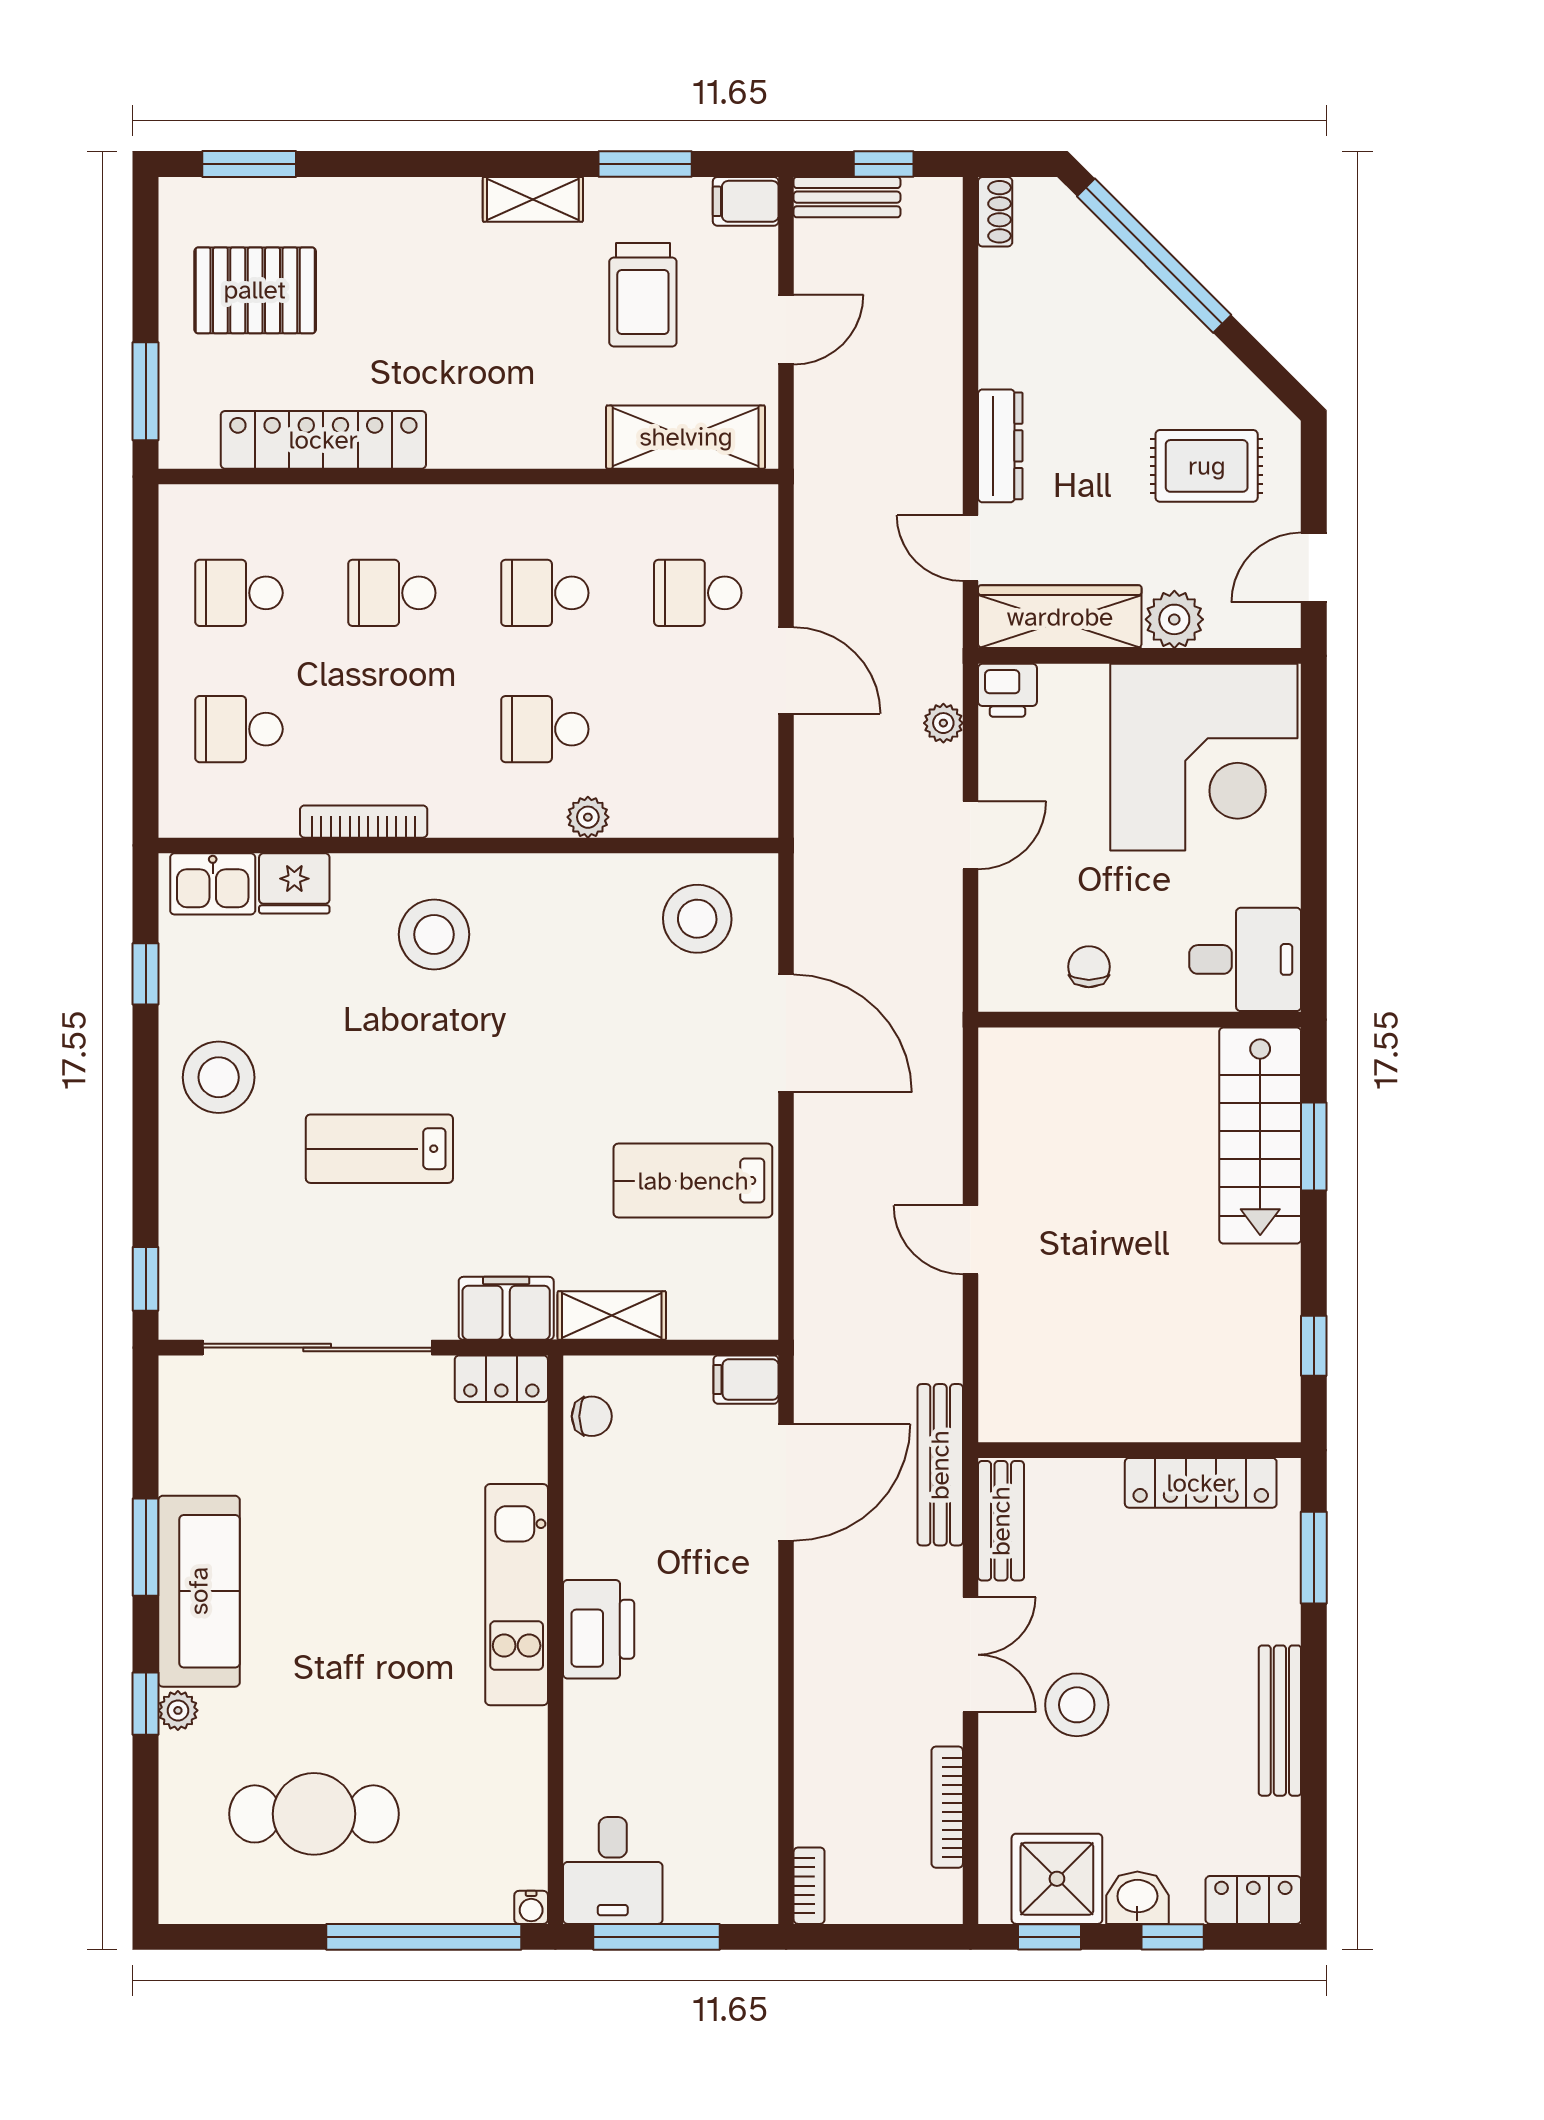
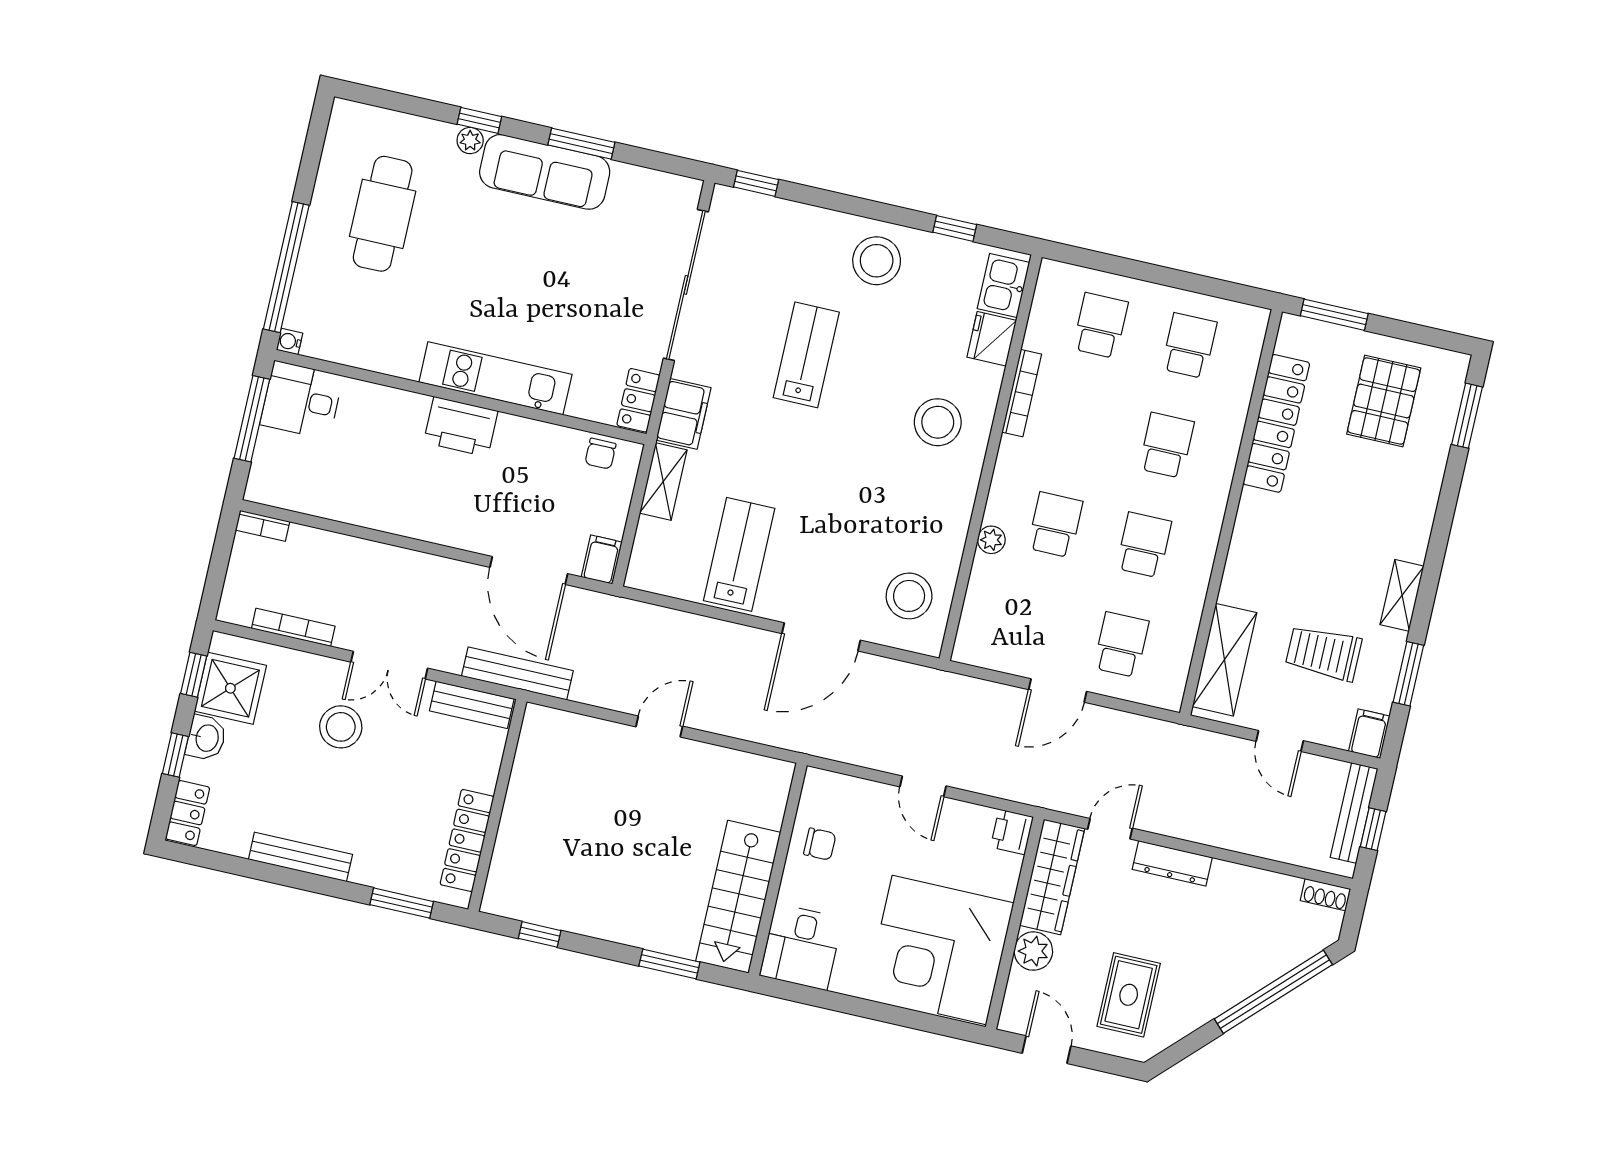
bench: (847, 197) -> (1354, 813), width x1.36
plant: (943, 723) -> (1000, 785), removed
stairs: (1260, 1136) -> (738, 897), moved, turned -90

